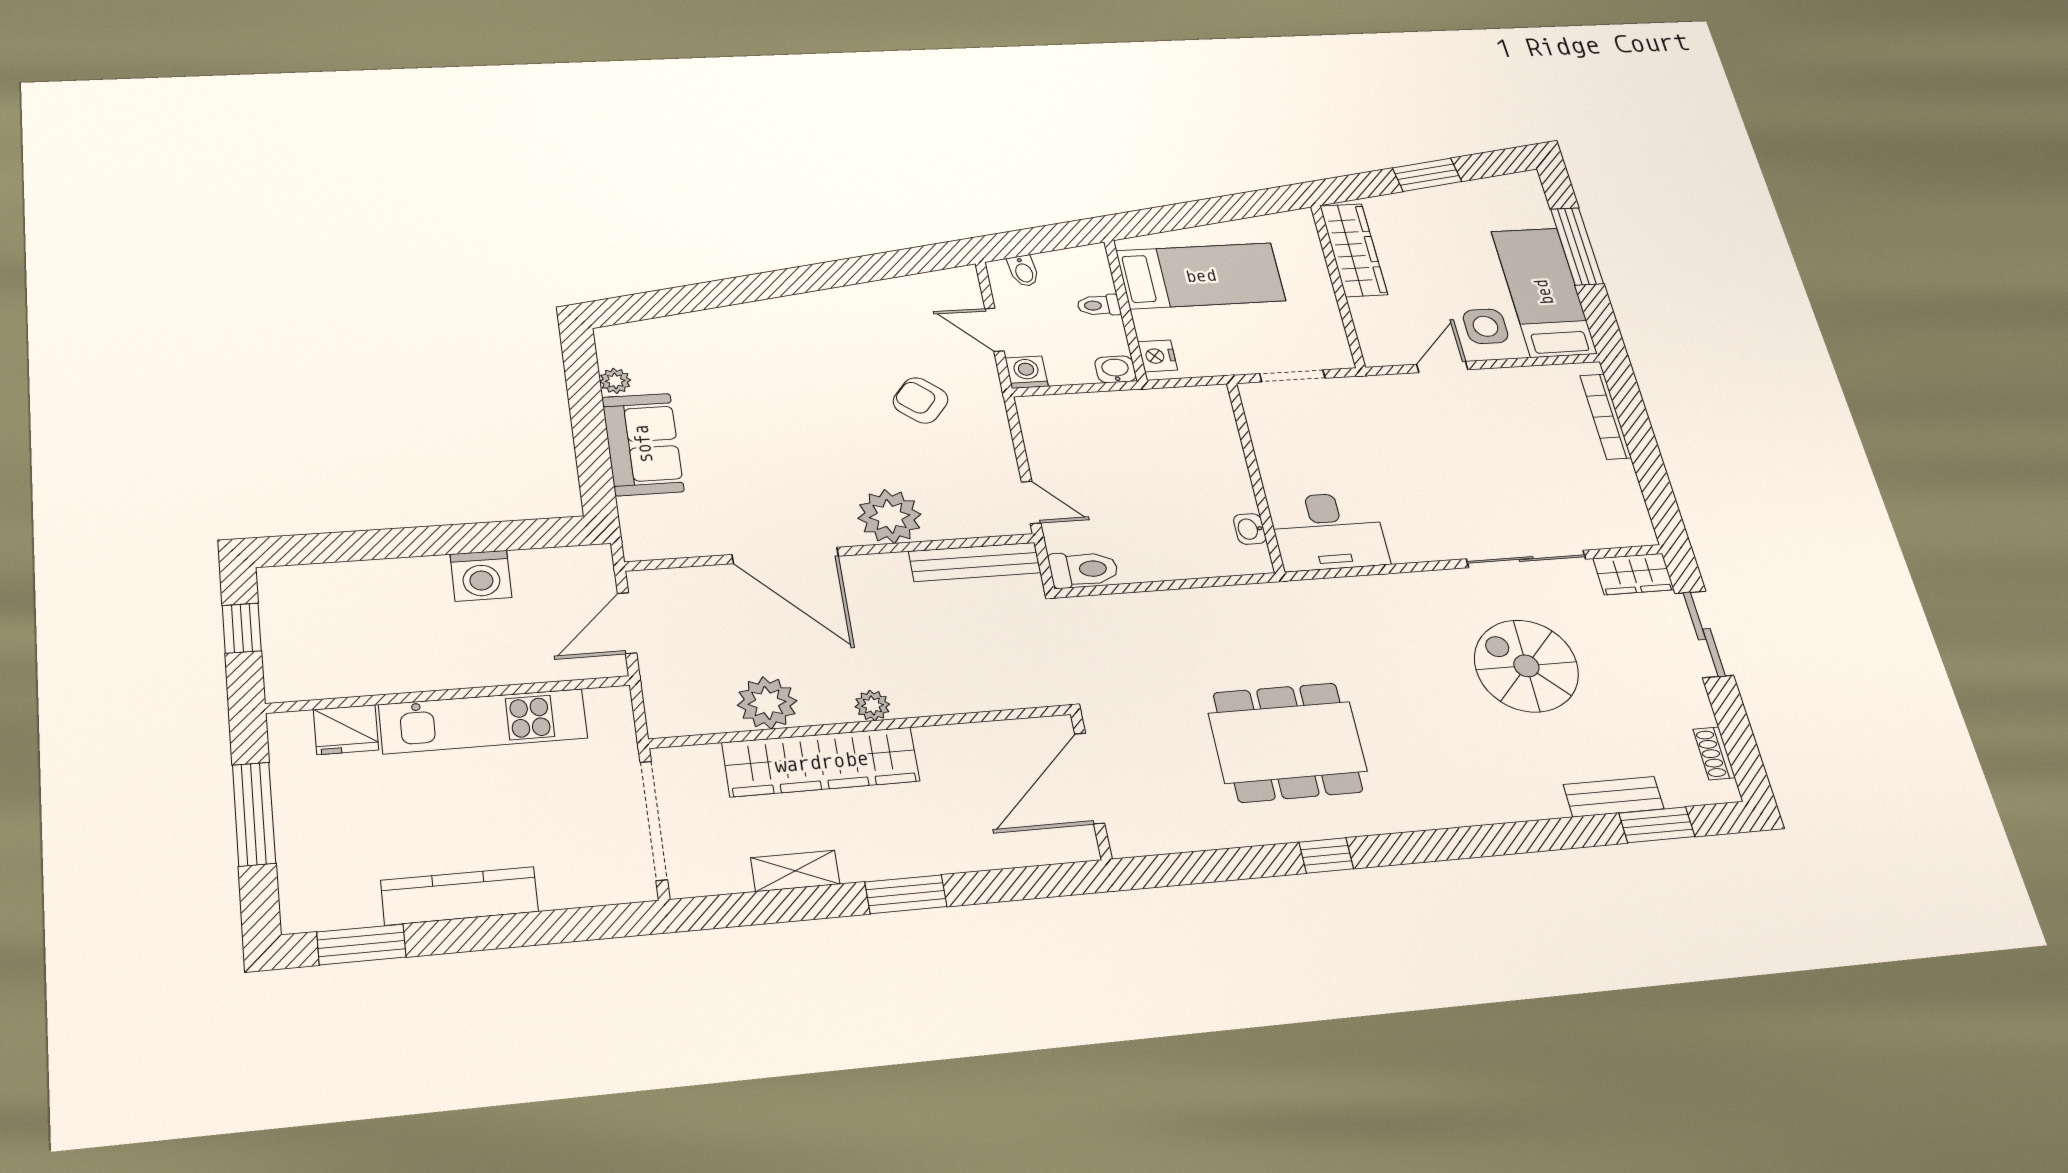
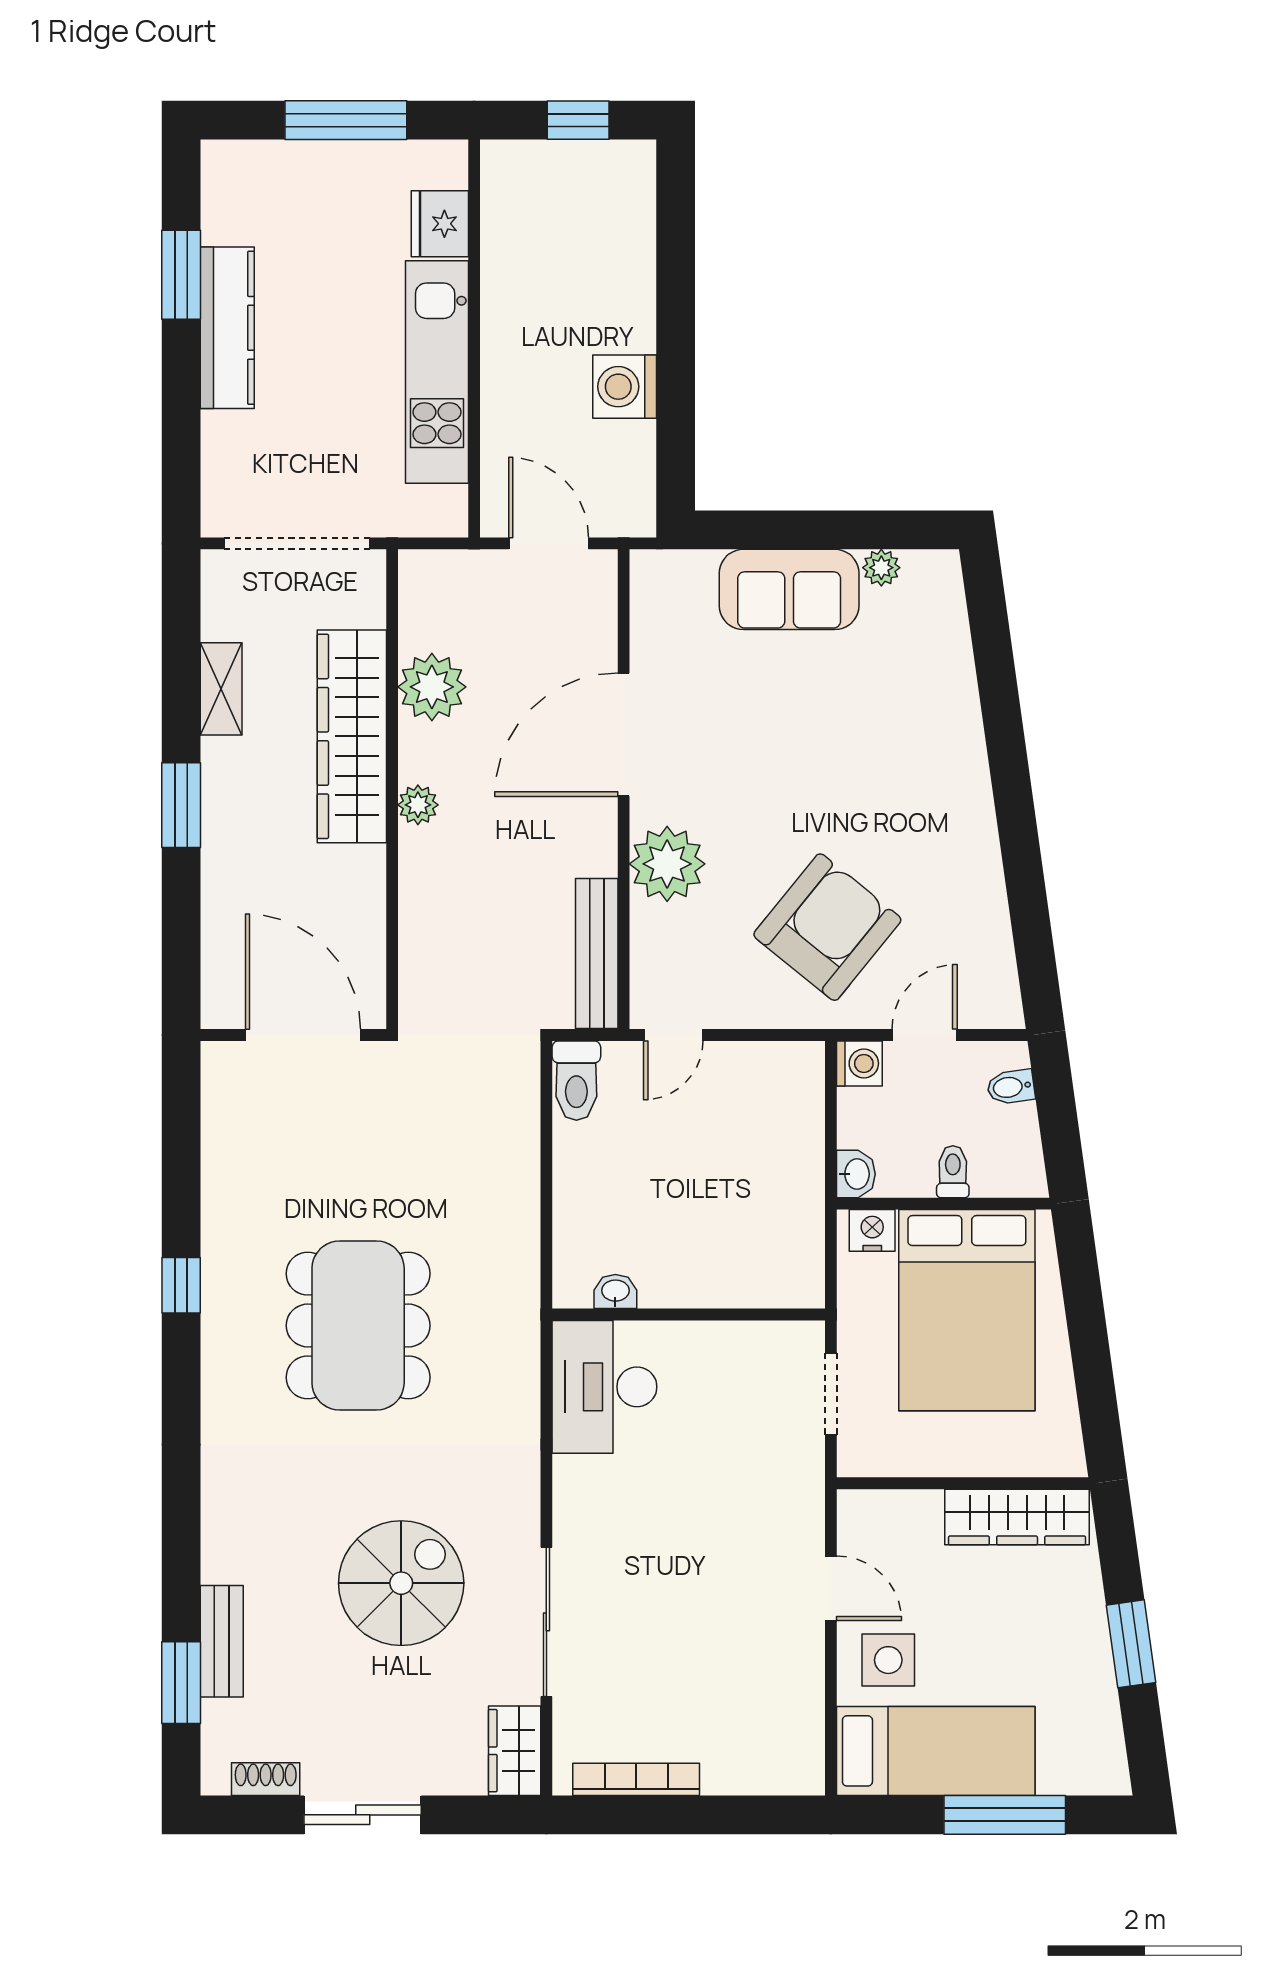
bed: (1201, 276) -> (967, 1310), width x1.50
armchair: (921, 400) -> (827, 927), width x1.88, depth x1.88
bookcase: (1605, 417) -> (636, 1779), moved
sliding door: (1704, 634) -> (363, 1815), moved
dining table: (1288, 742) -> (358, 1326), moved
window: (361, 945) -> (181, 275), moved

